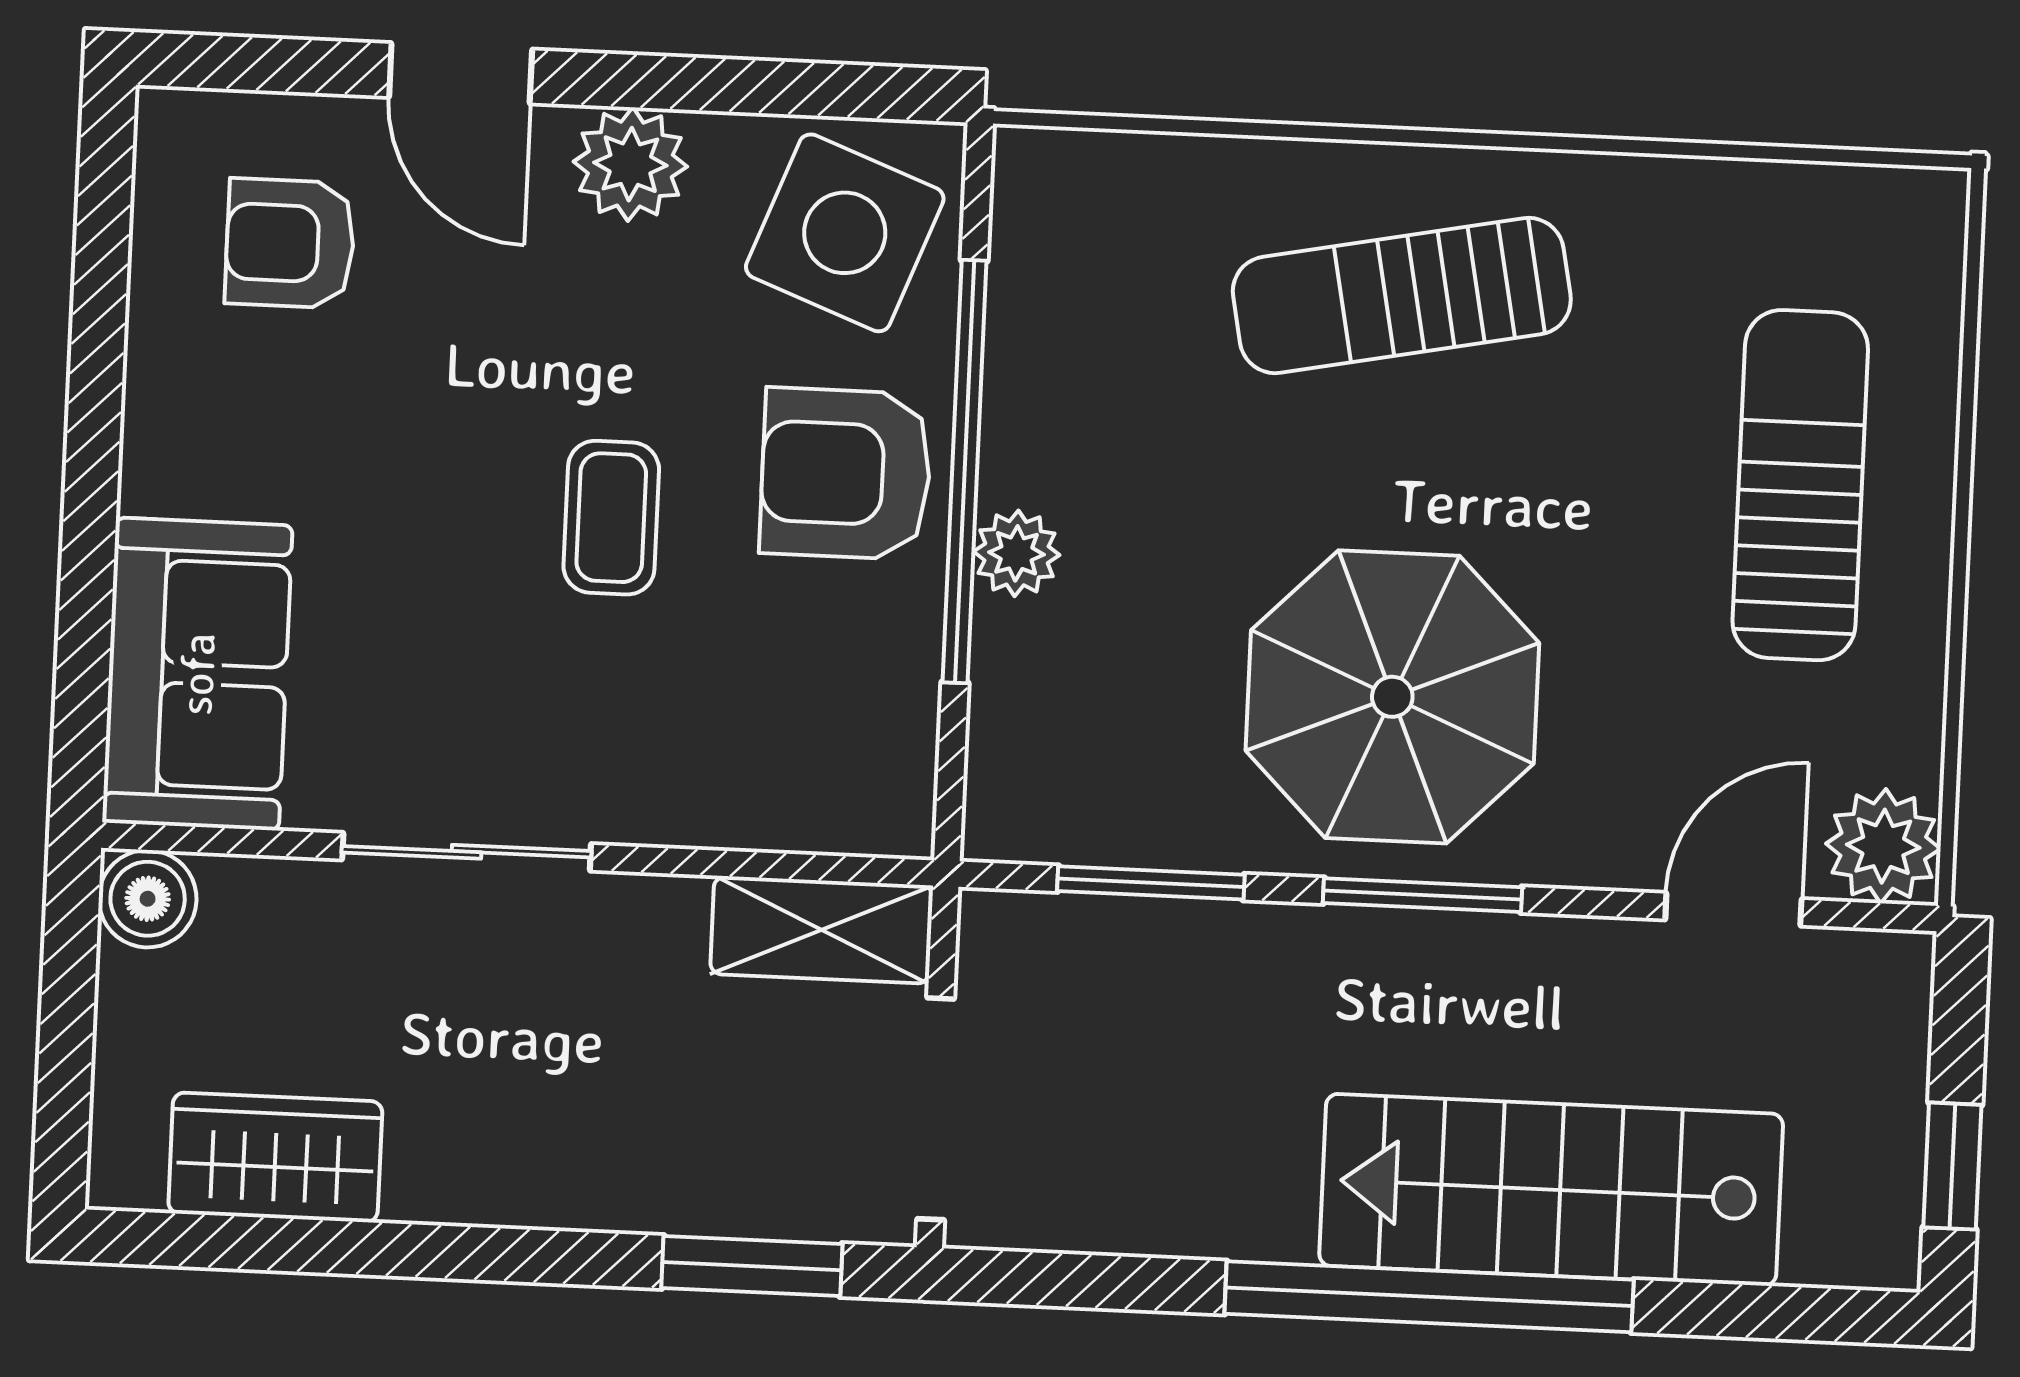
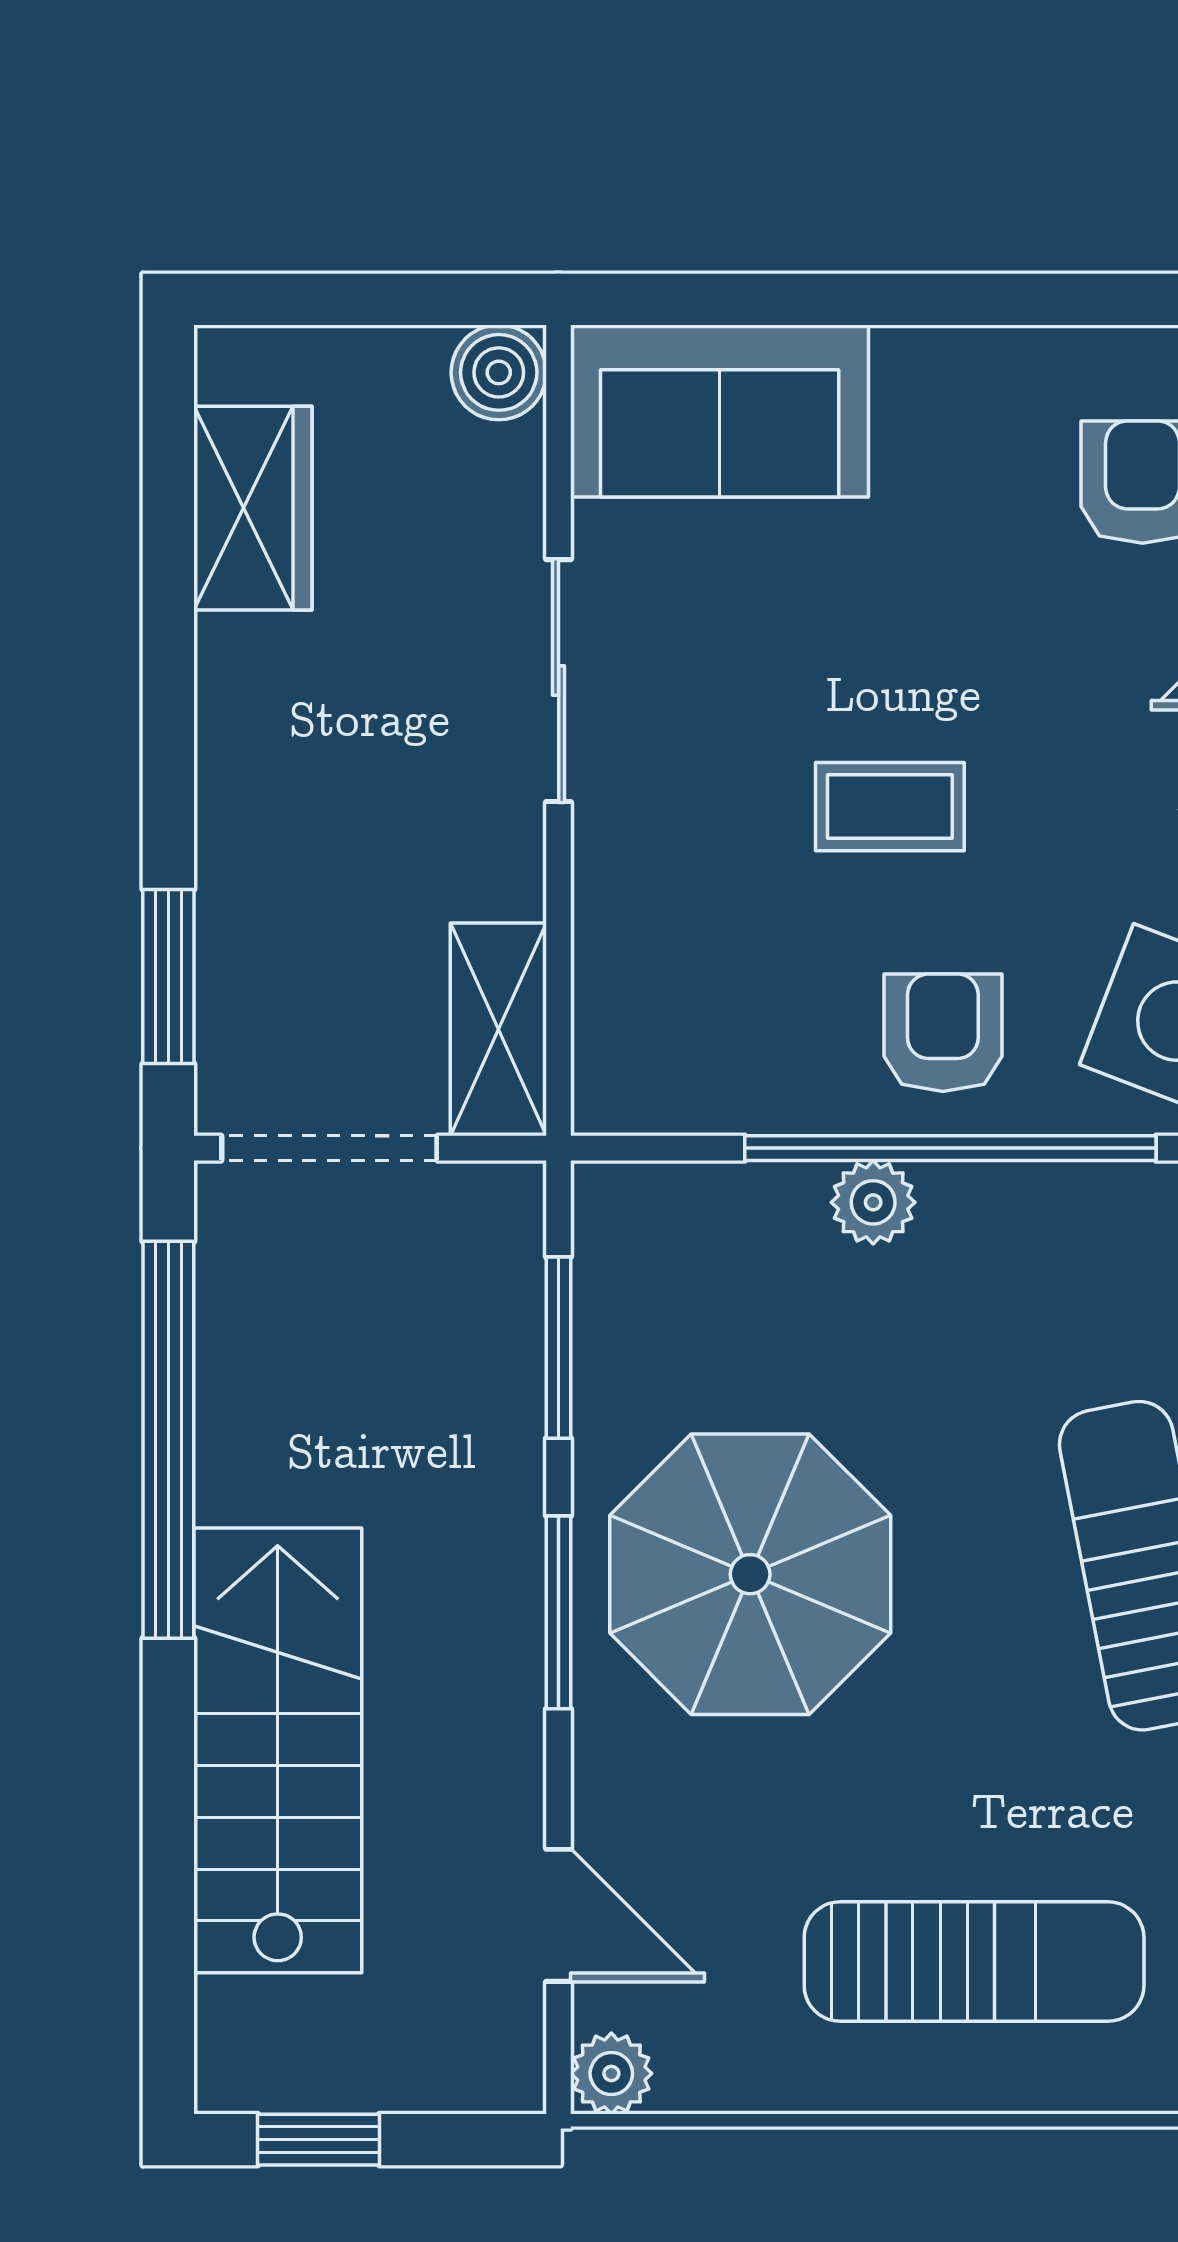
armchair: (846, 474) -> (943, 1033), width x0.72, depth x0.72
plant: (1883, 846) -> (611, 2073), width x0.73, depth x0.73
window: (1429, 1297) -> (168, 1440), moved

